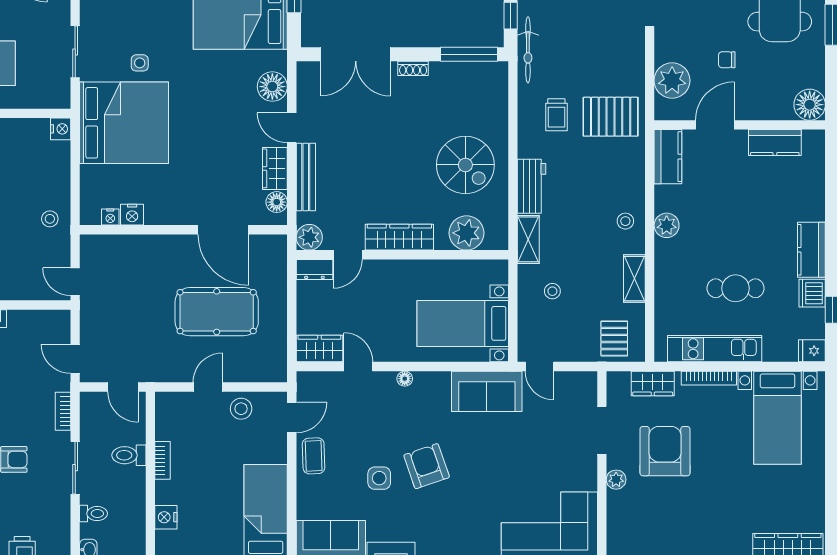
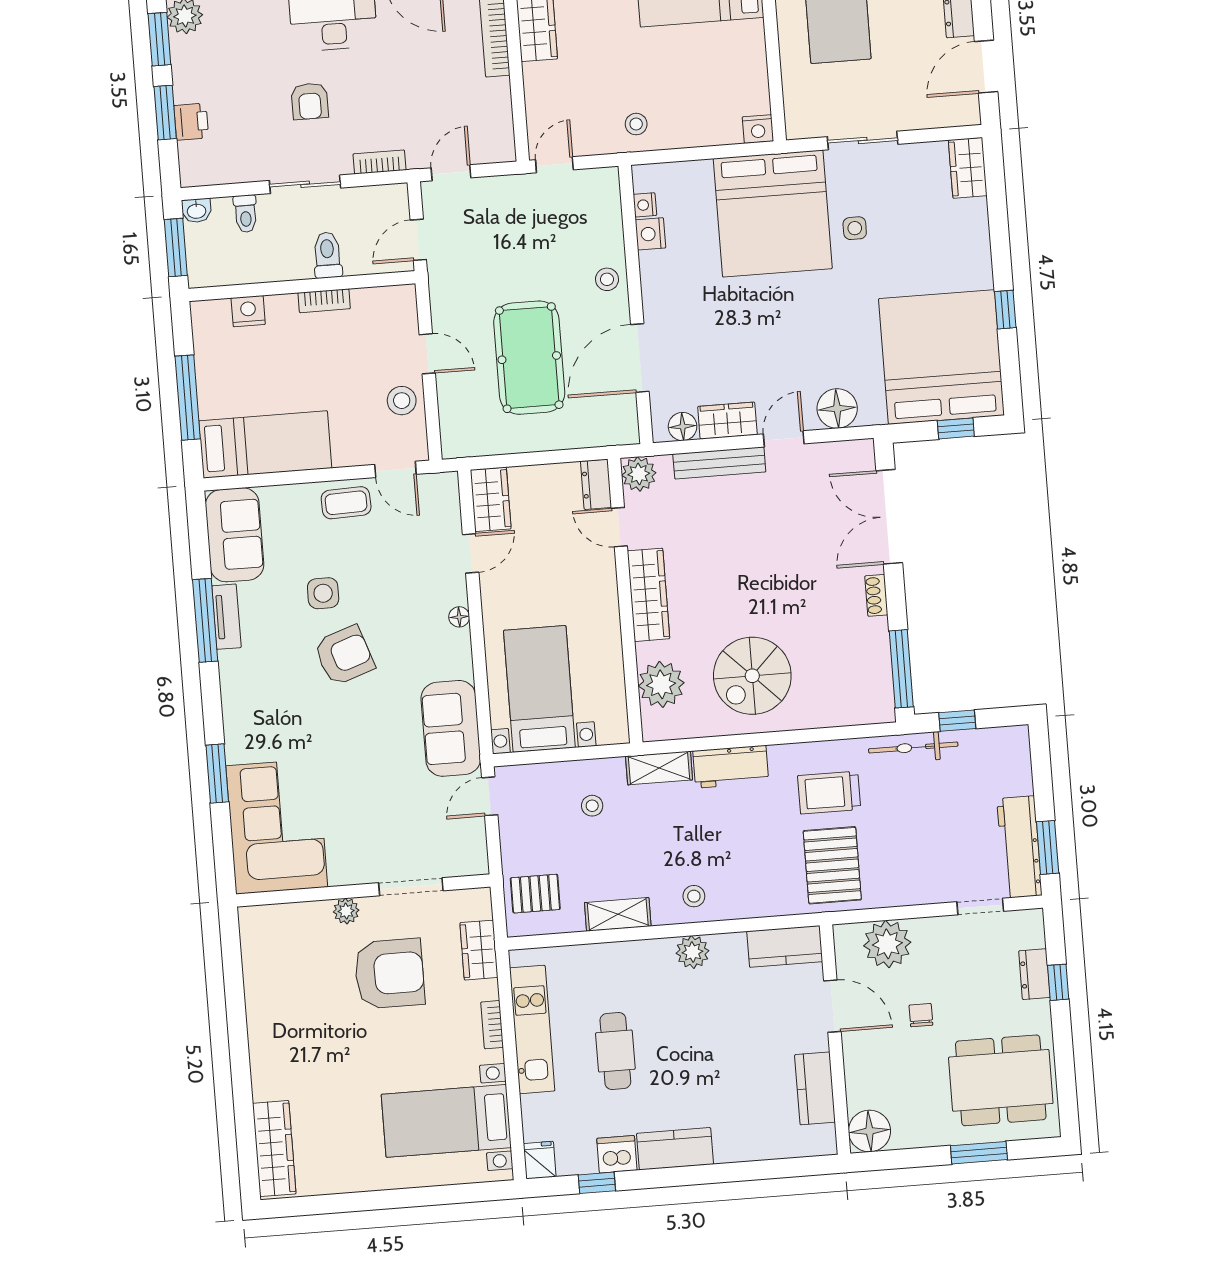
trolley: (556, 115) -> (829, 793), width x1.36, depth x1.39
stool: (163, 249) -> (607, 279), added
bookcase: (709, 378) -> (492, 1025), width x0.64

